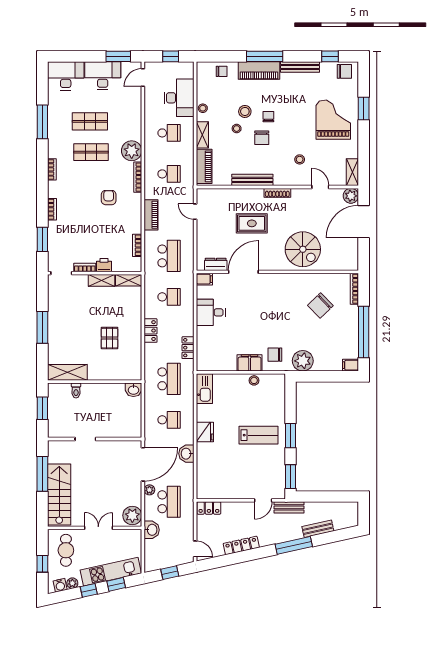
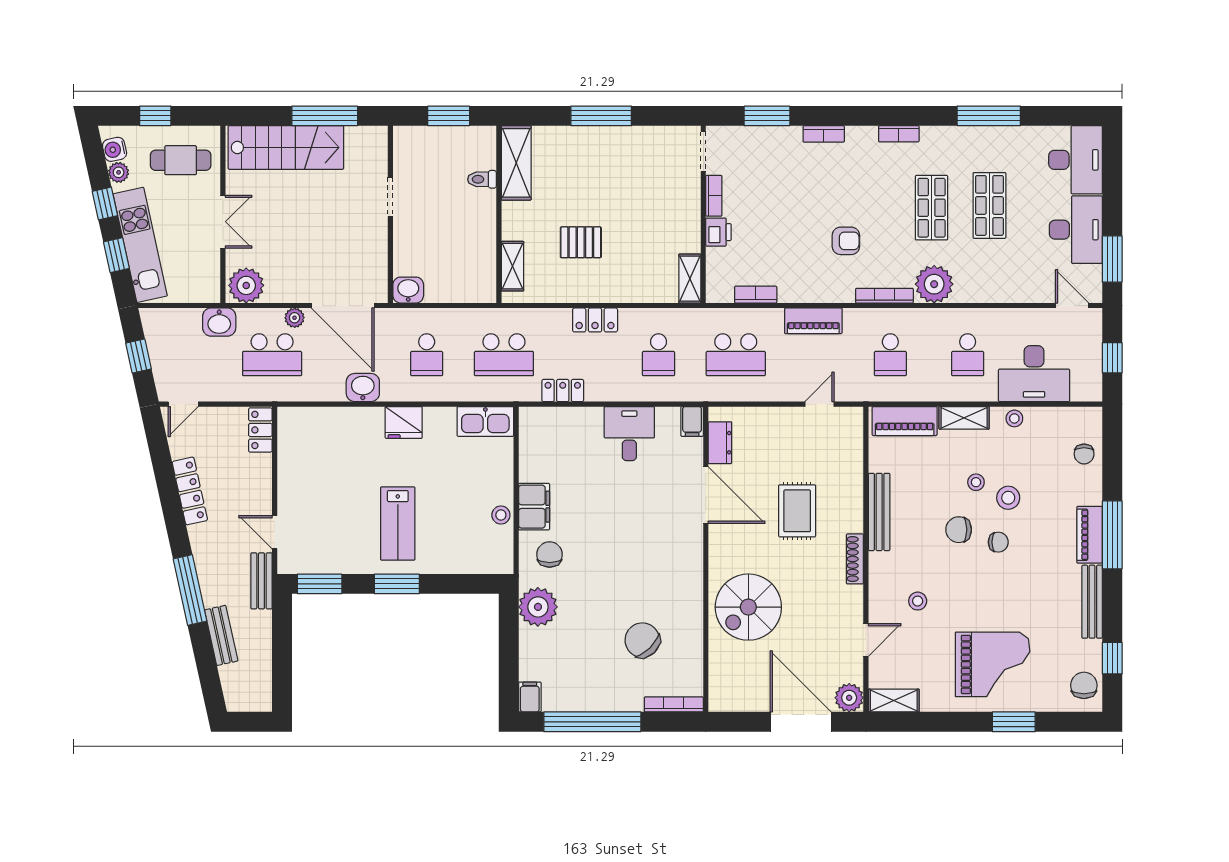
piano: (259, 71) -> (1090, 535), width x0.73, depth x0.75
chair: (344, 71) -> (1084, 685), turned 180
shelving: (102, 280) -> (512, 266), moved
washbasin: (133, 390) -> (408, 290), moved, turned 90

